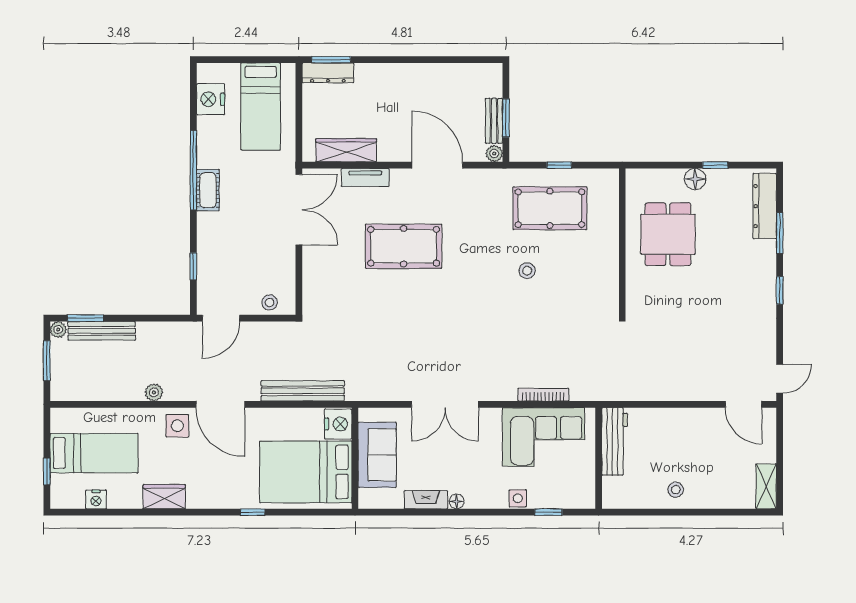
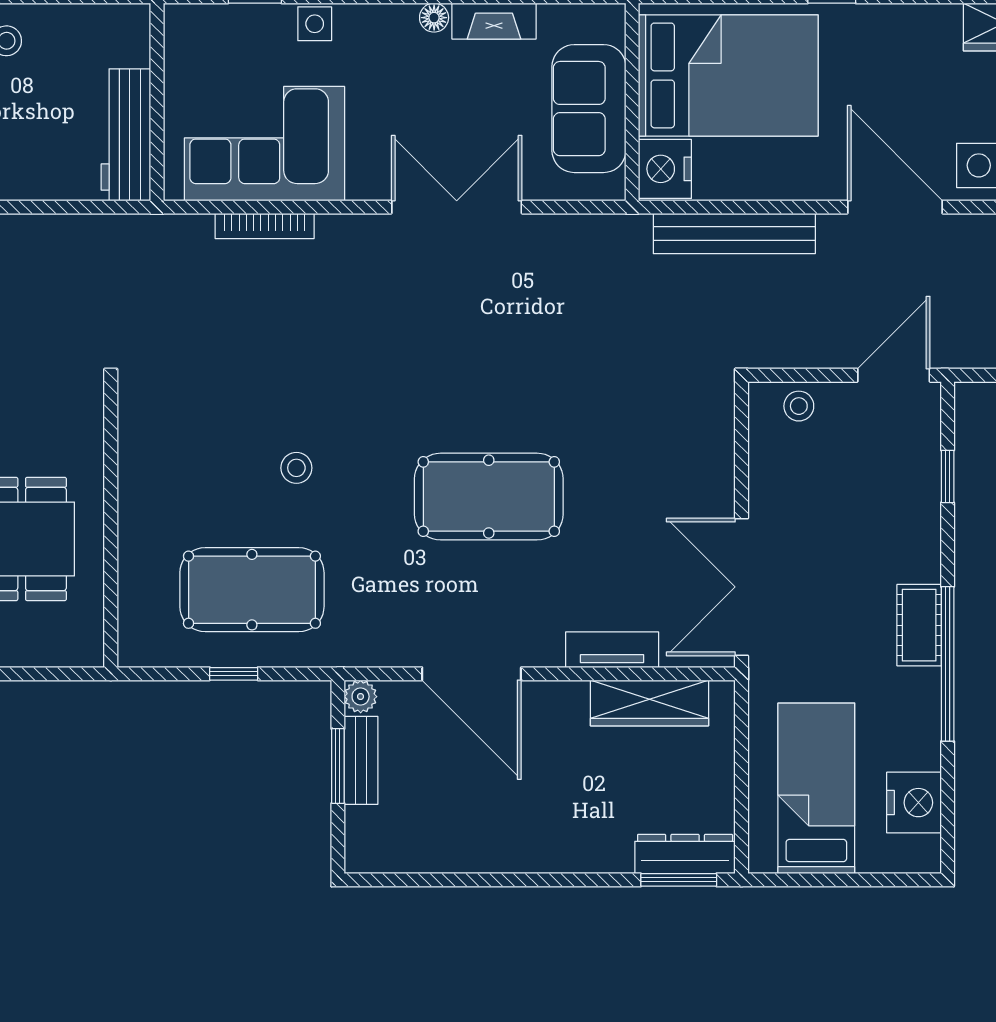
pool table: (404, 246) -> (489, 497), moved

